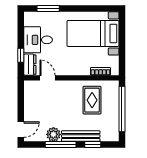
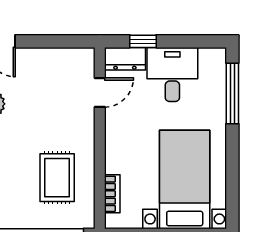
window: (48, 9) -> (232, 93), width x1.44
rug: (92, 100) -> (57, 178), turned 90

